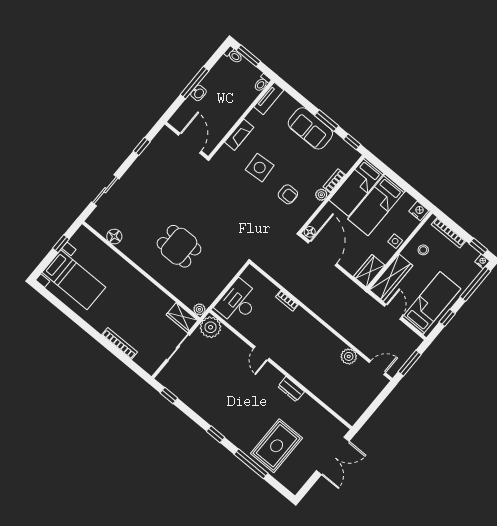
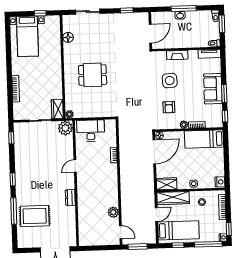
bed: (376, 205) -> (204, 158), removed
dining table: (179, 246) -> (93, 75), turned 90

